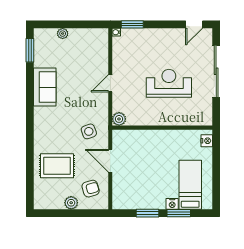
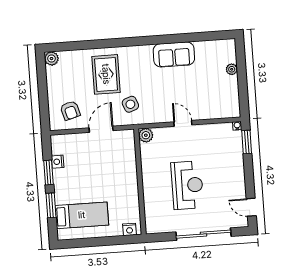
window: (30, 50) -> (212, 36), removed
rug: (57, 166) -> (106, 74), moved
plant: (71, 203) -> (52, 59), moved
nightstand: (172, 204) -> (58, 162), moved

